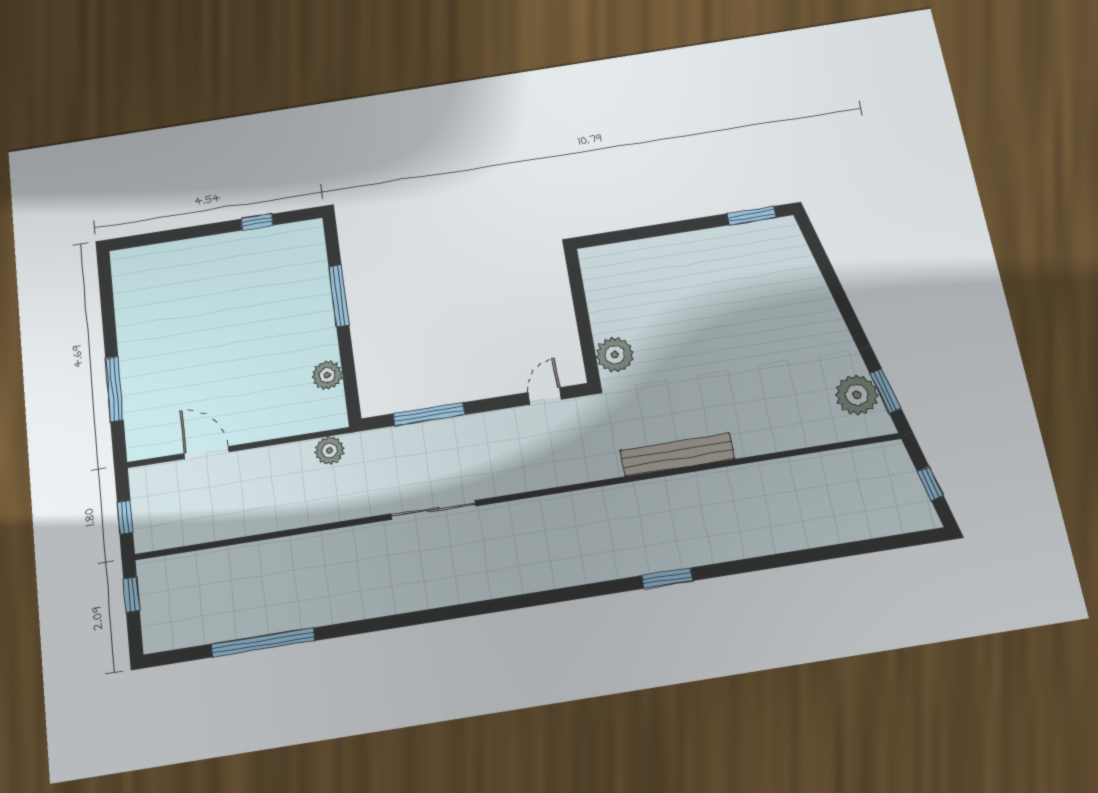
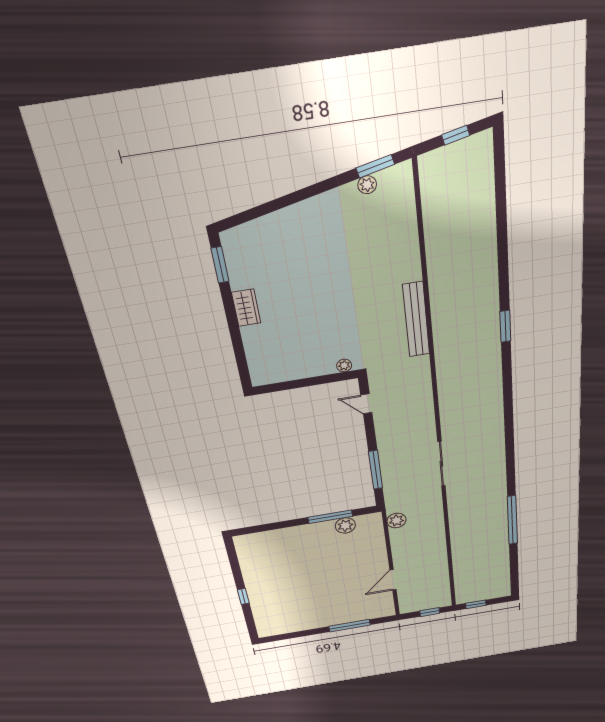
window: (257, 222) -> (243, 596), moved
wardrobe: (694, 244) -> (246, 308), added
window: (339, 296) -> (330, 517), moved
plant: (615, 355) -> (344, 365), width x0.53, depth x0.53
plant: (857, 395) -> (367, 185), width x0.53, depth x0.53
window: (263, 642) -> (512, 520), moved

